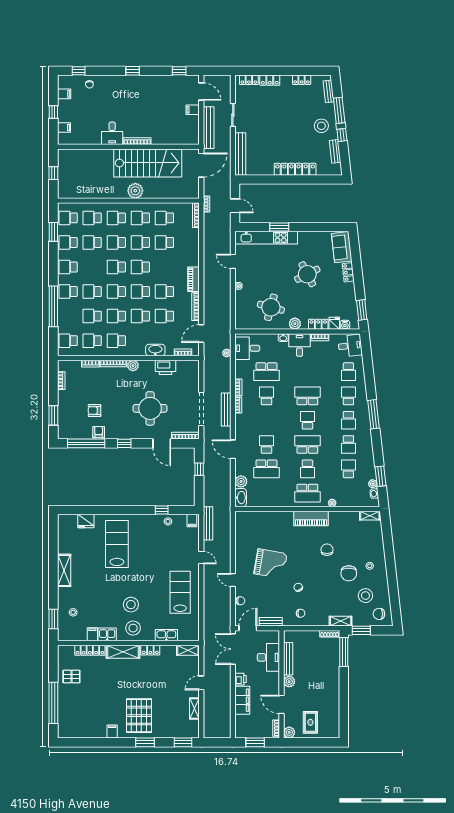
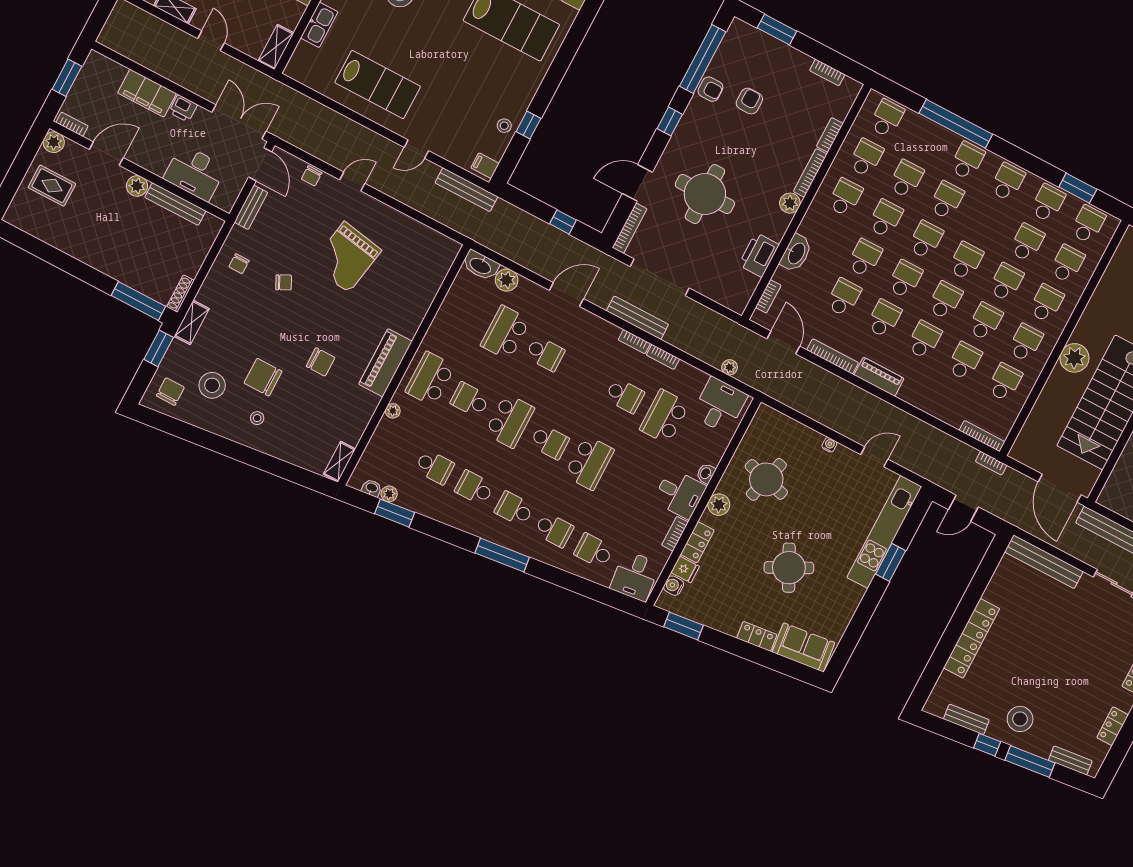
school desk: (164, 267) -> (924, 340), added

